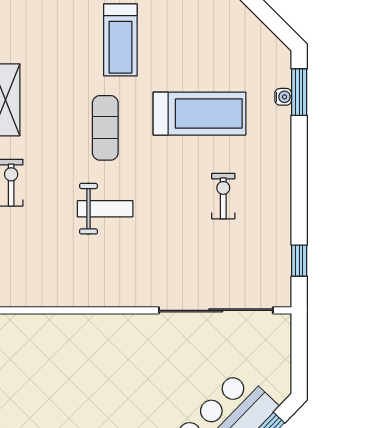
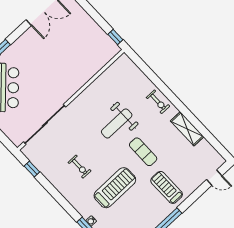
treadmill: (200, 114) -> (115, 188), turned 180
weight bench: (105, 209) -> (117, 123), width x1.36, depth x1.33

